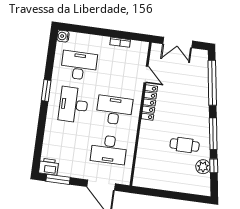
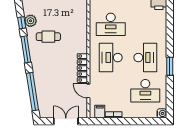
filing cabinet: (136, 48) -> (100, 112), added
desk: (114, 110) -> (111, 58), turned 90
desk: (109, 150) -> (111, 24), turned 180

